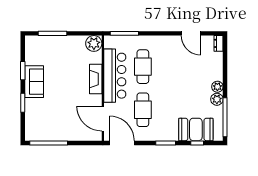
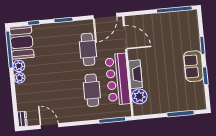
plant: (94, 43) -> (139, 96), moved
booth: (196, 129) -> (22, 42), moved, turned 90
door: (122, 143) -> (105, 16), hinge flipped

